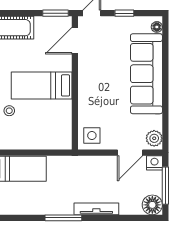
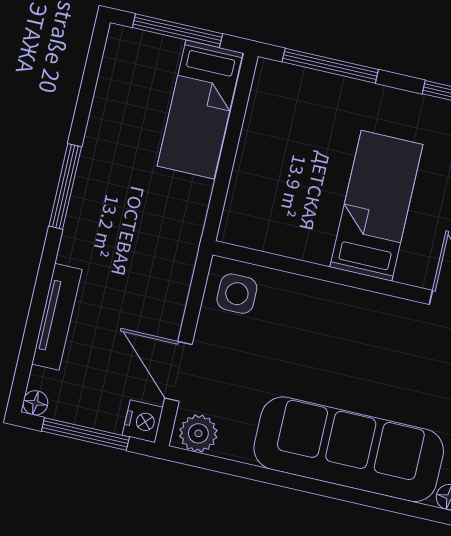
stool: (9, 111) -> (336, 119), removed
floor lamp: (152, 205) -> (35, 403), width x0.53, depth x0.53
tv unit: (96, 209) -> (57, 317), moved

